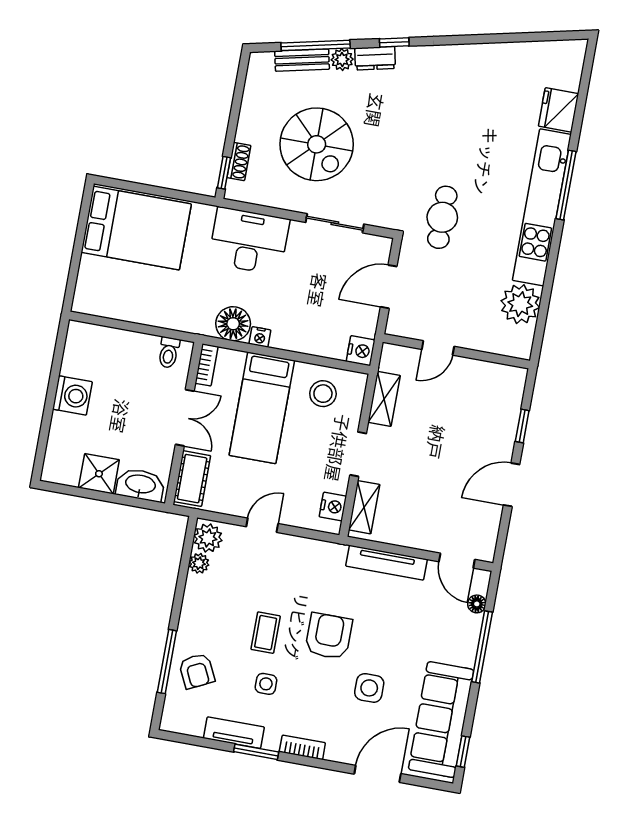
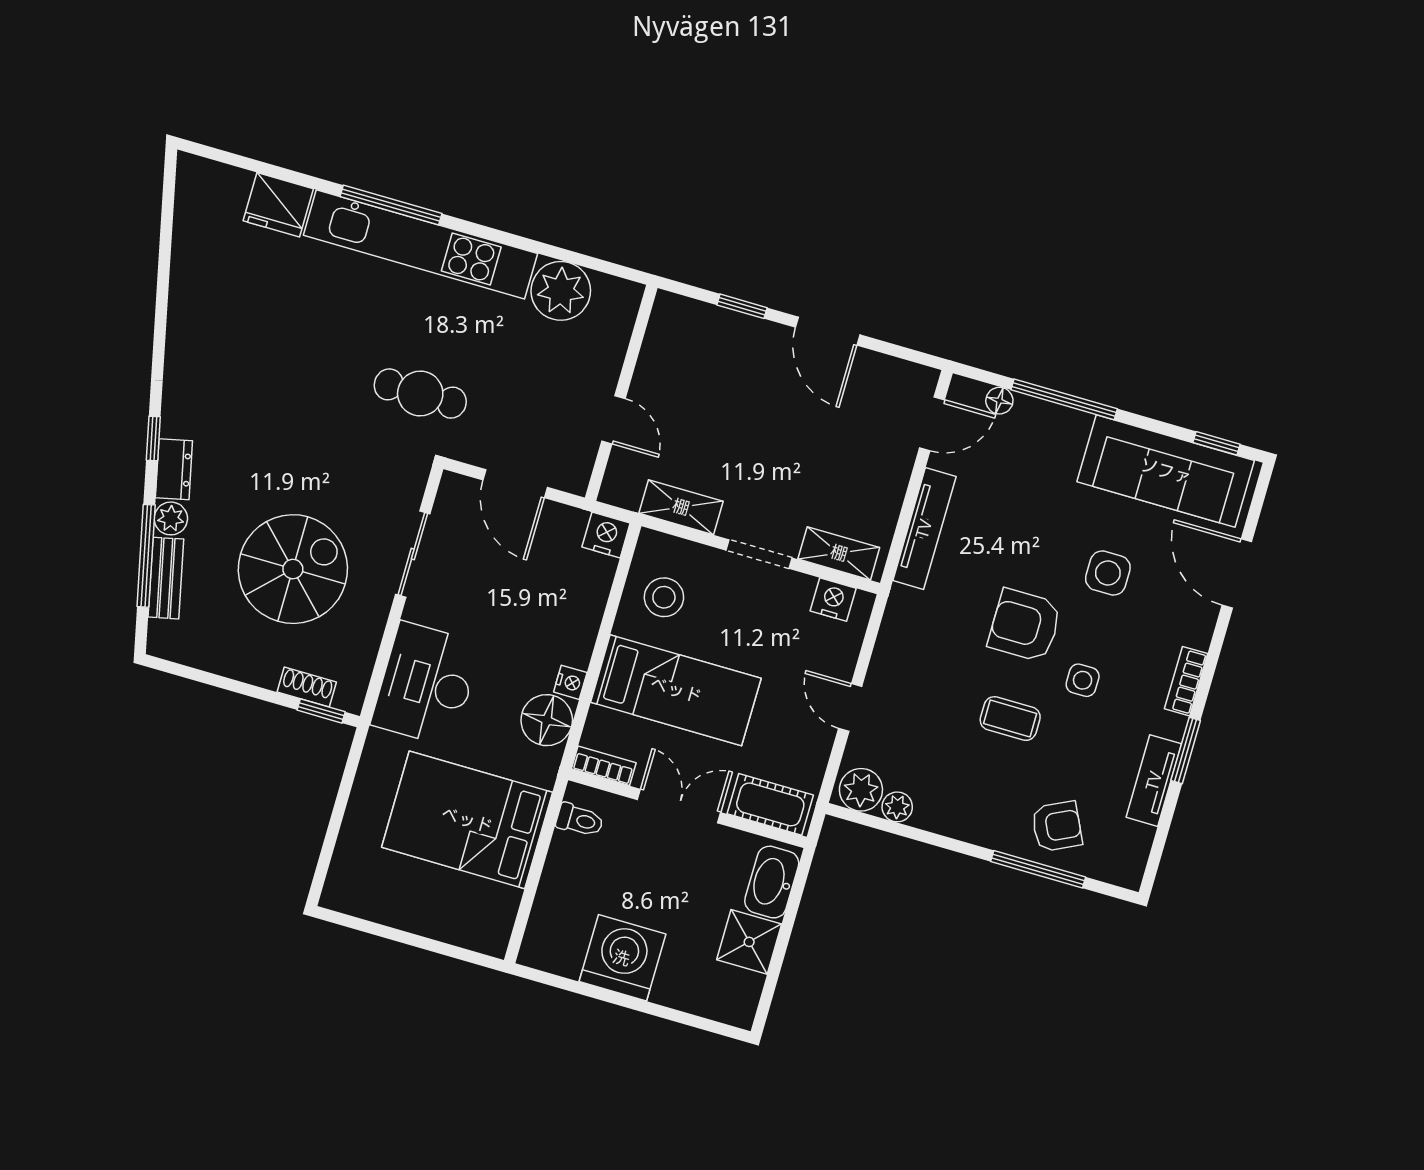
bed: (136, 228) -> (467, 820), moved, turned -90
washing machine: (72, 395) -> (622, 958), width x1.37, depth x1.37
side table: (266, 684) -> (1083, 680), moved

